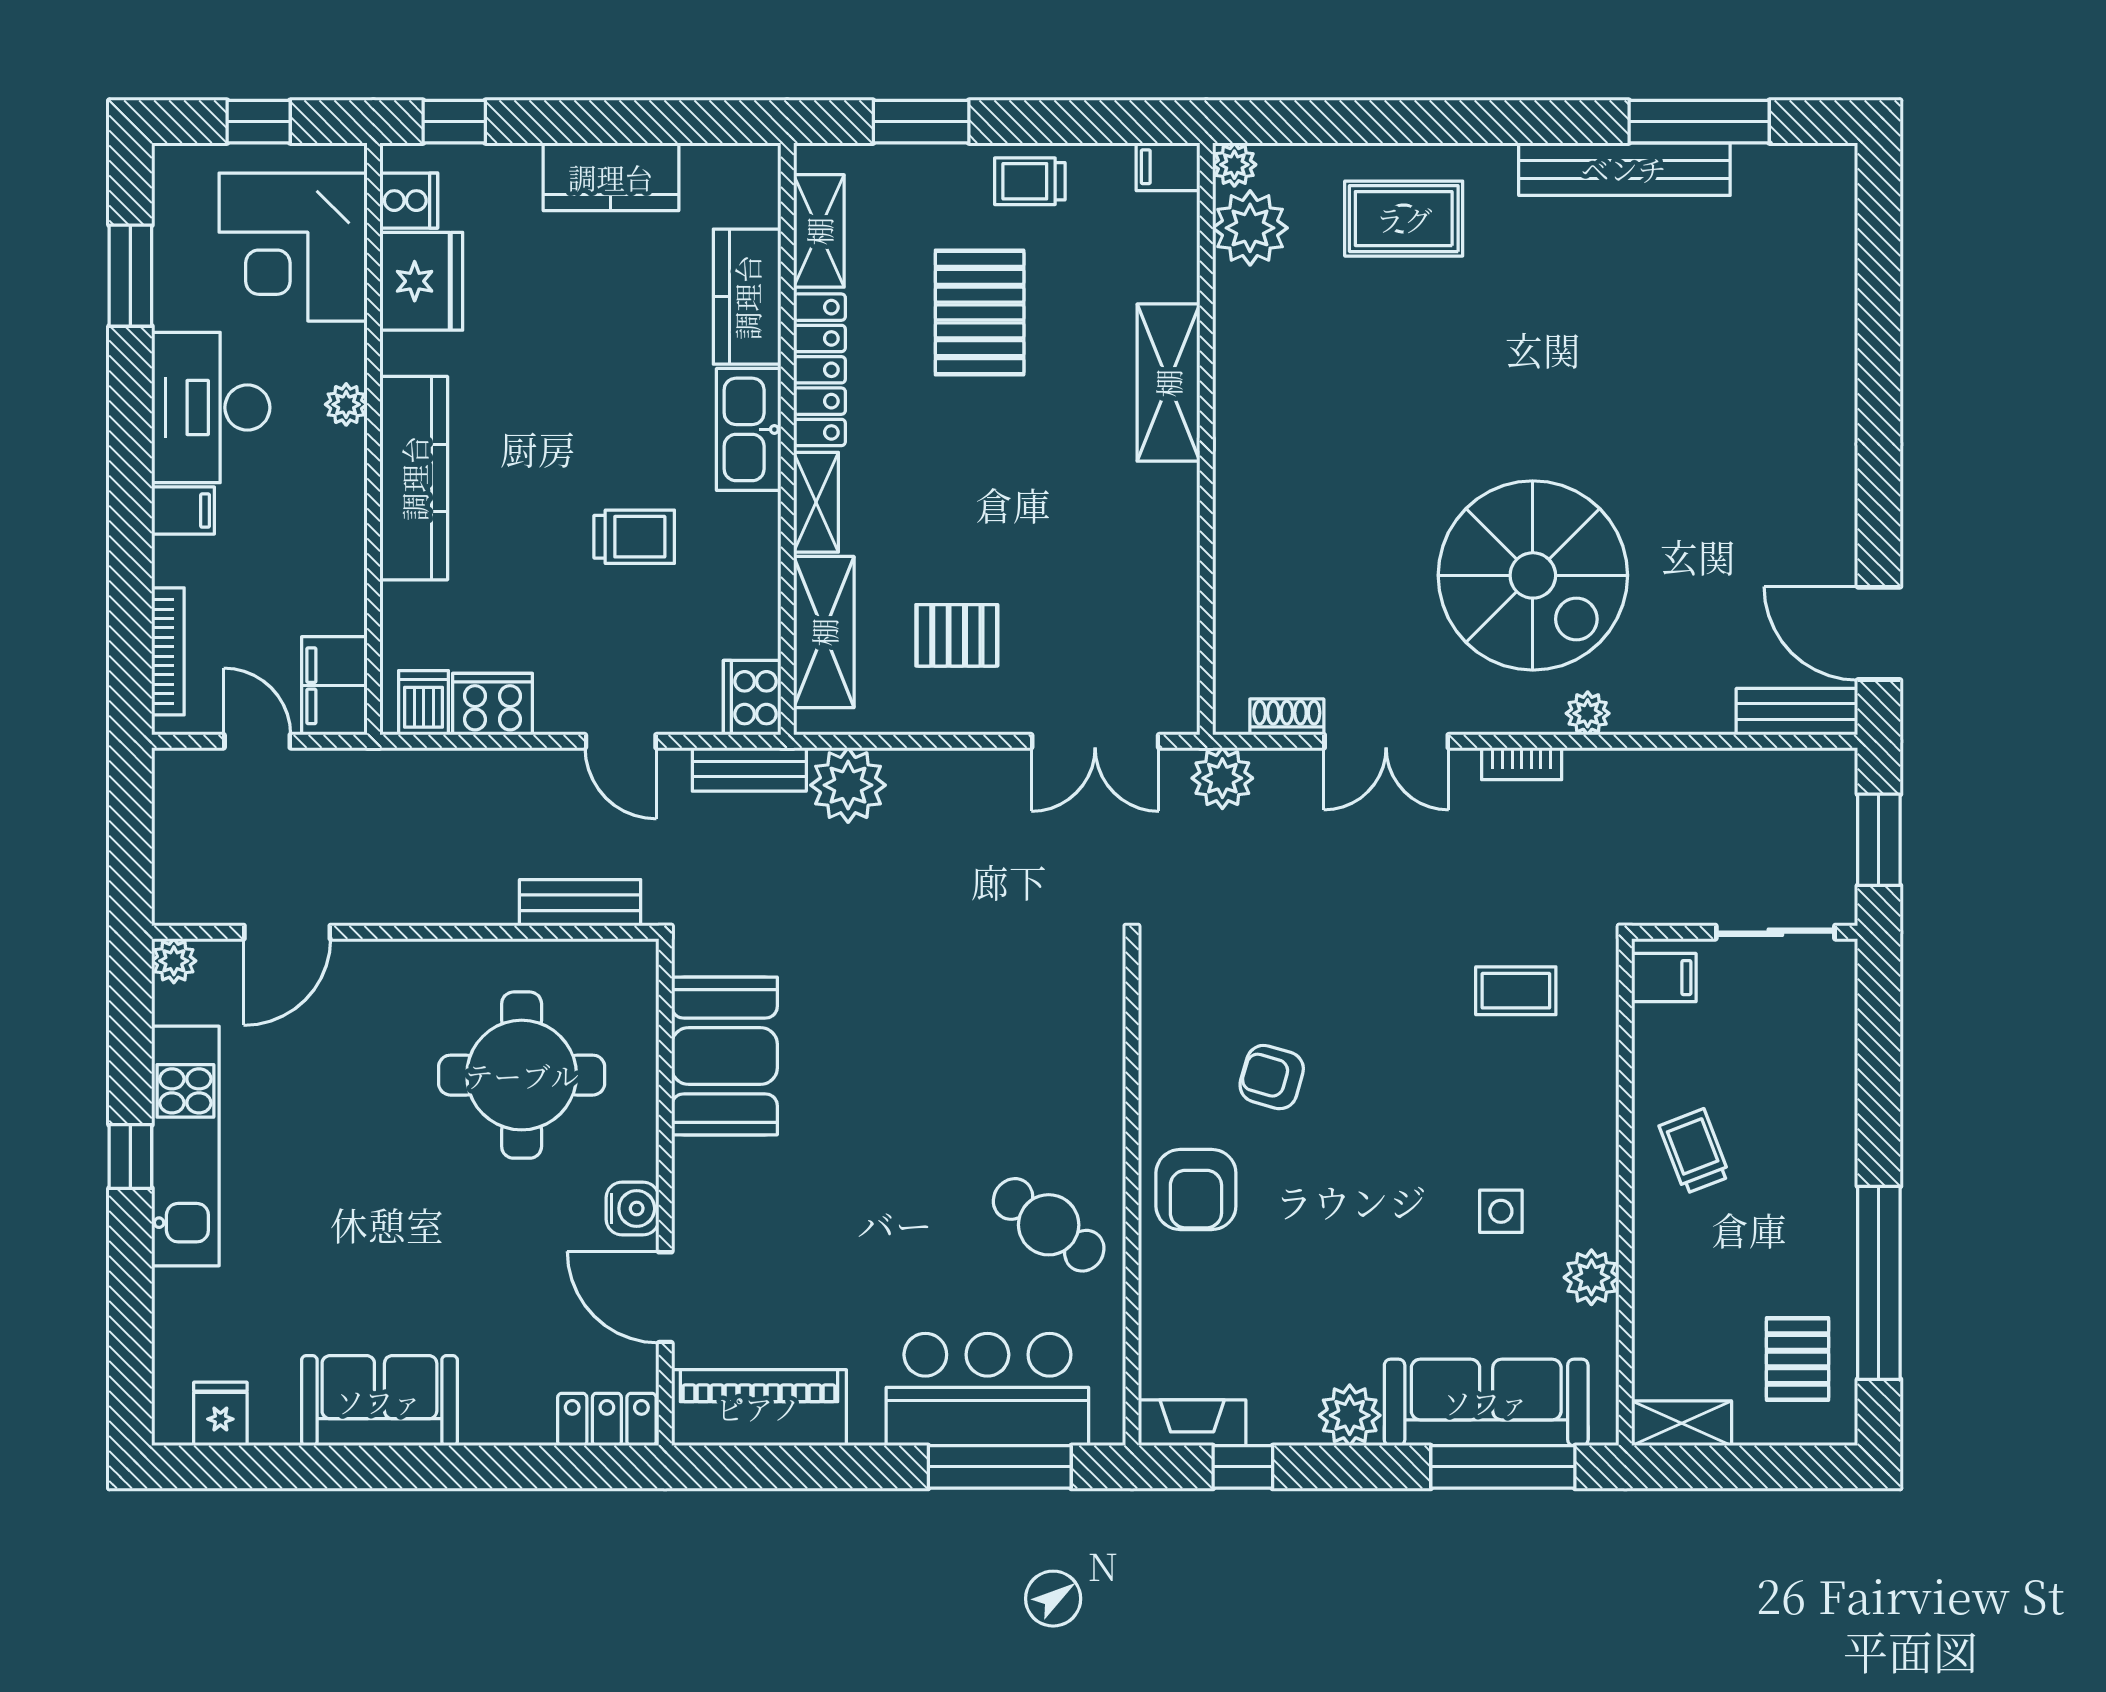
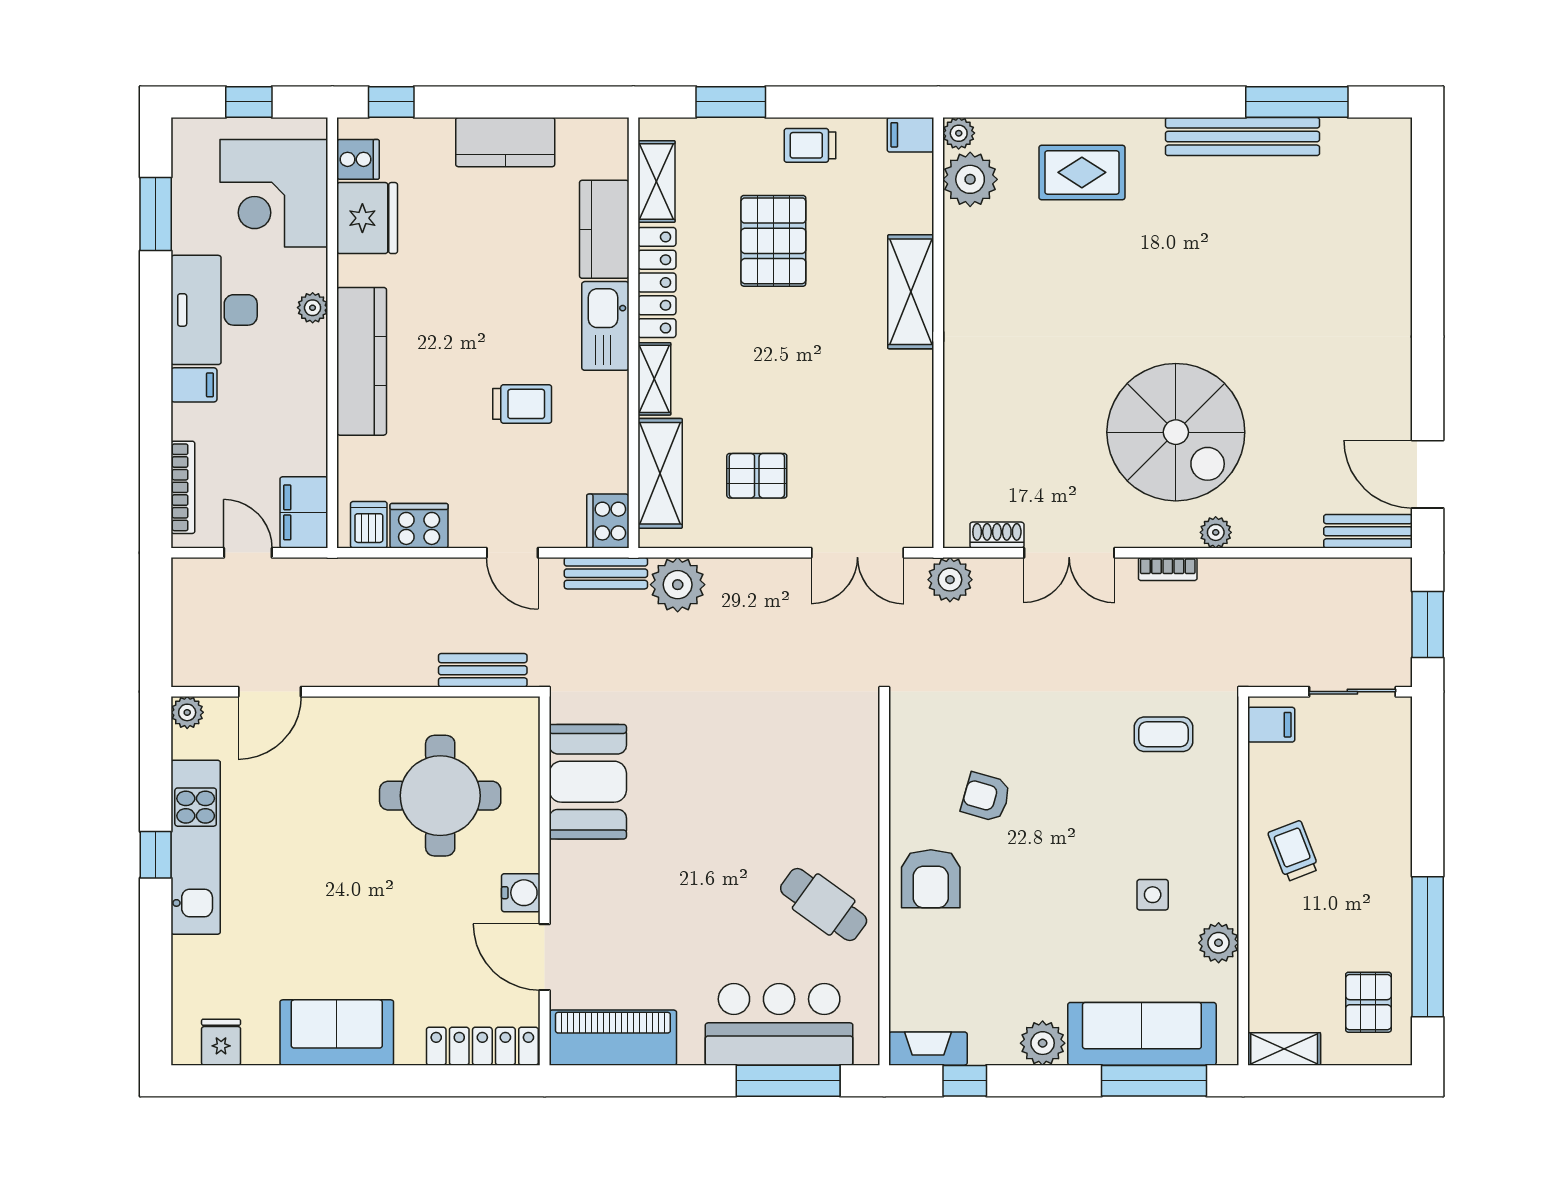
locker: (607, 1420) -> (482, 1046), width x1.53

